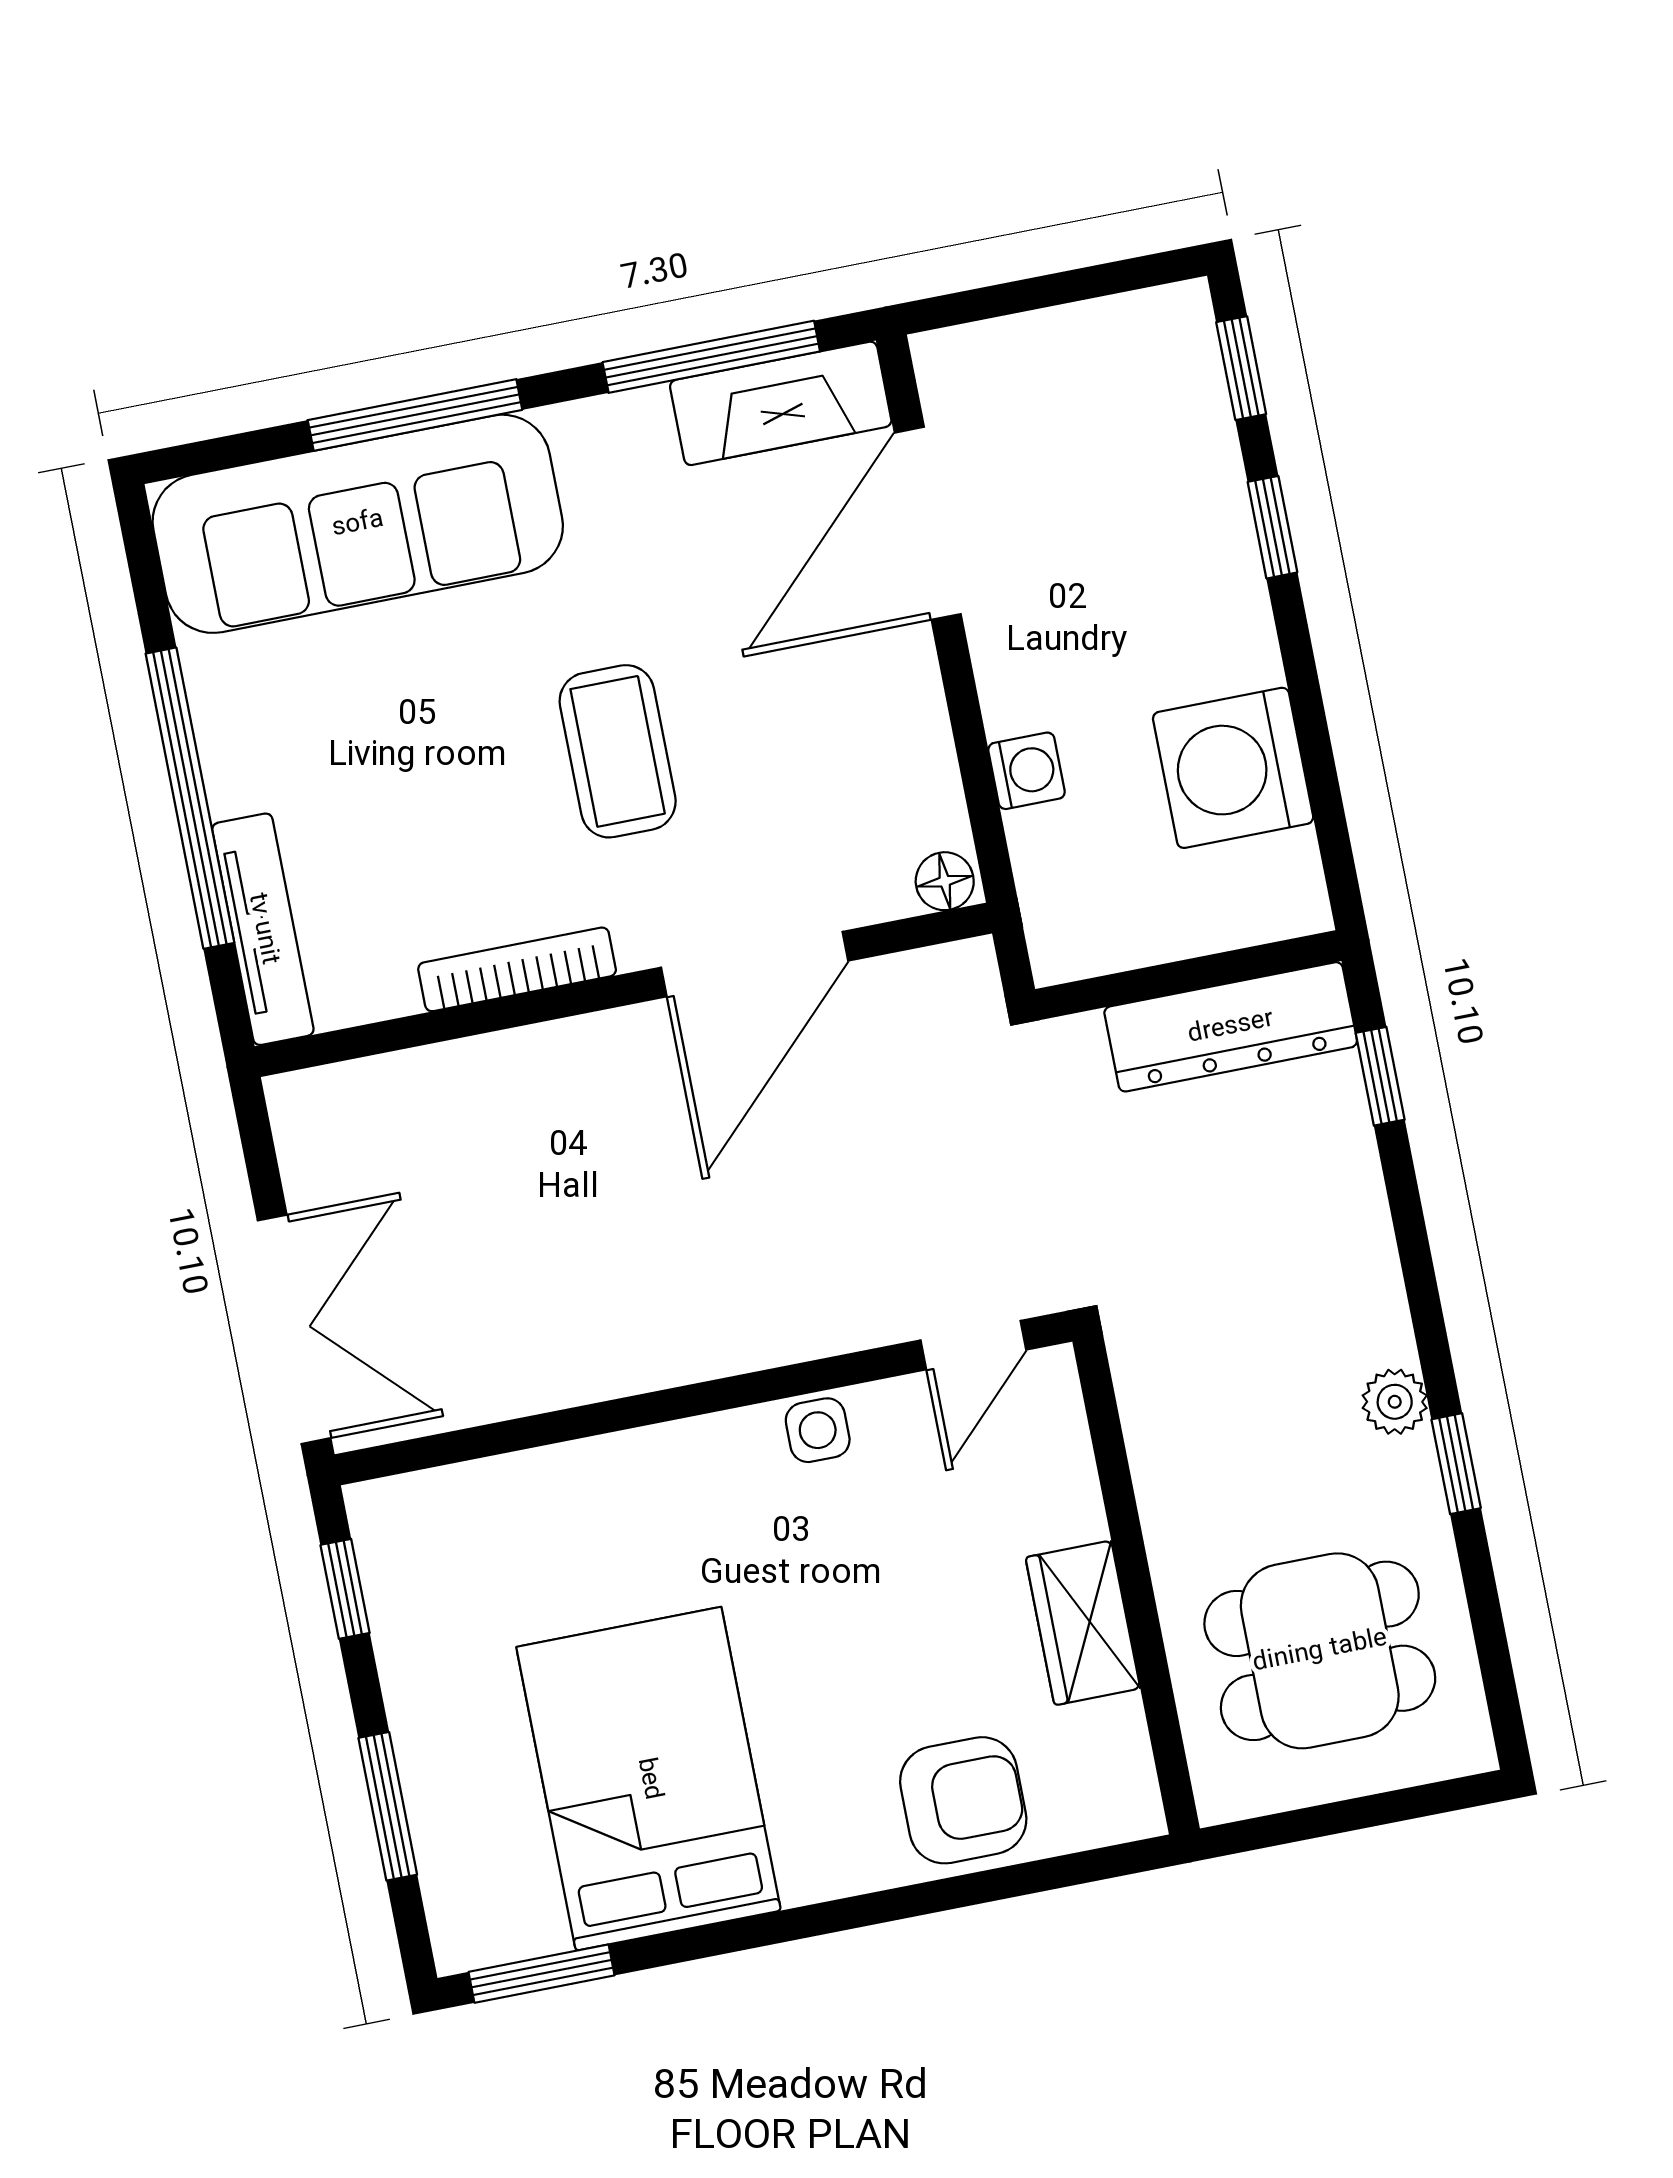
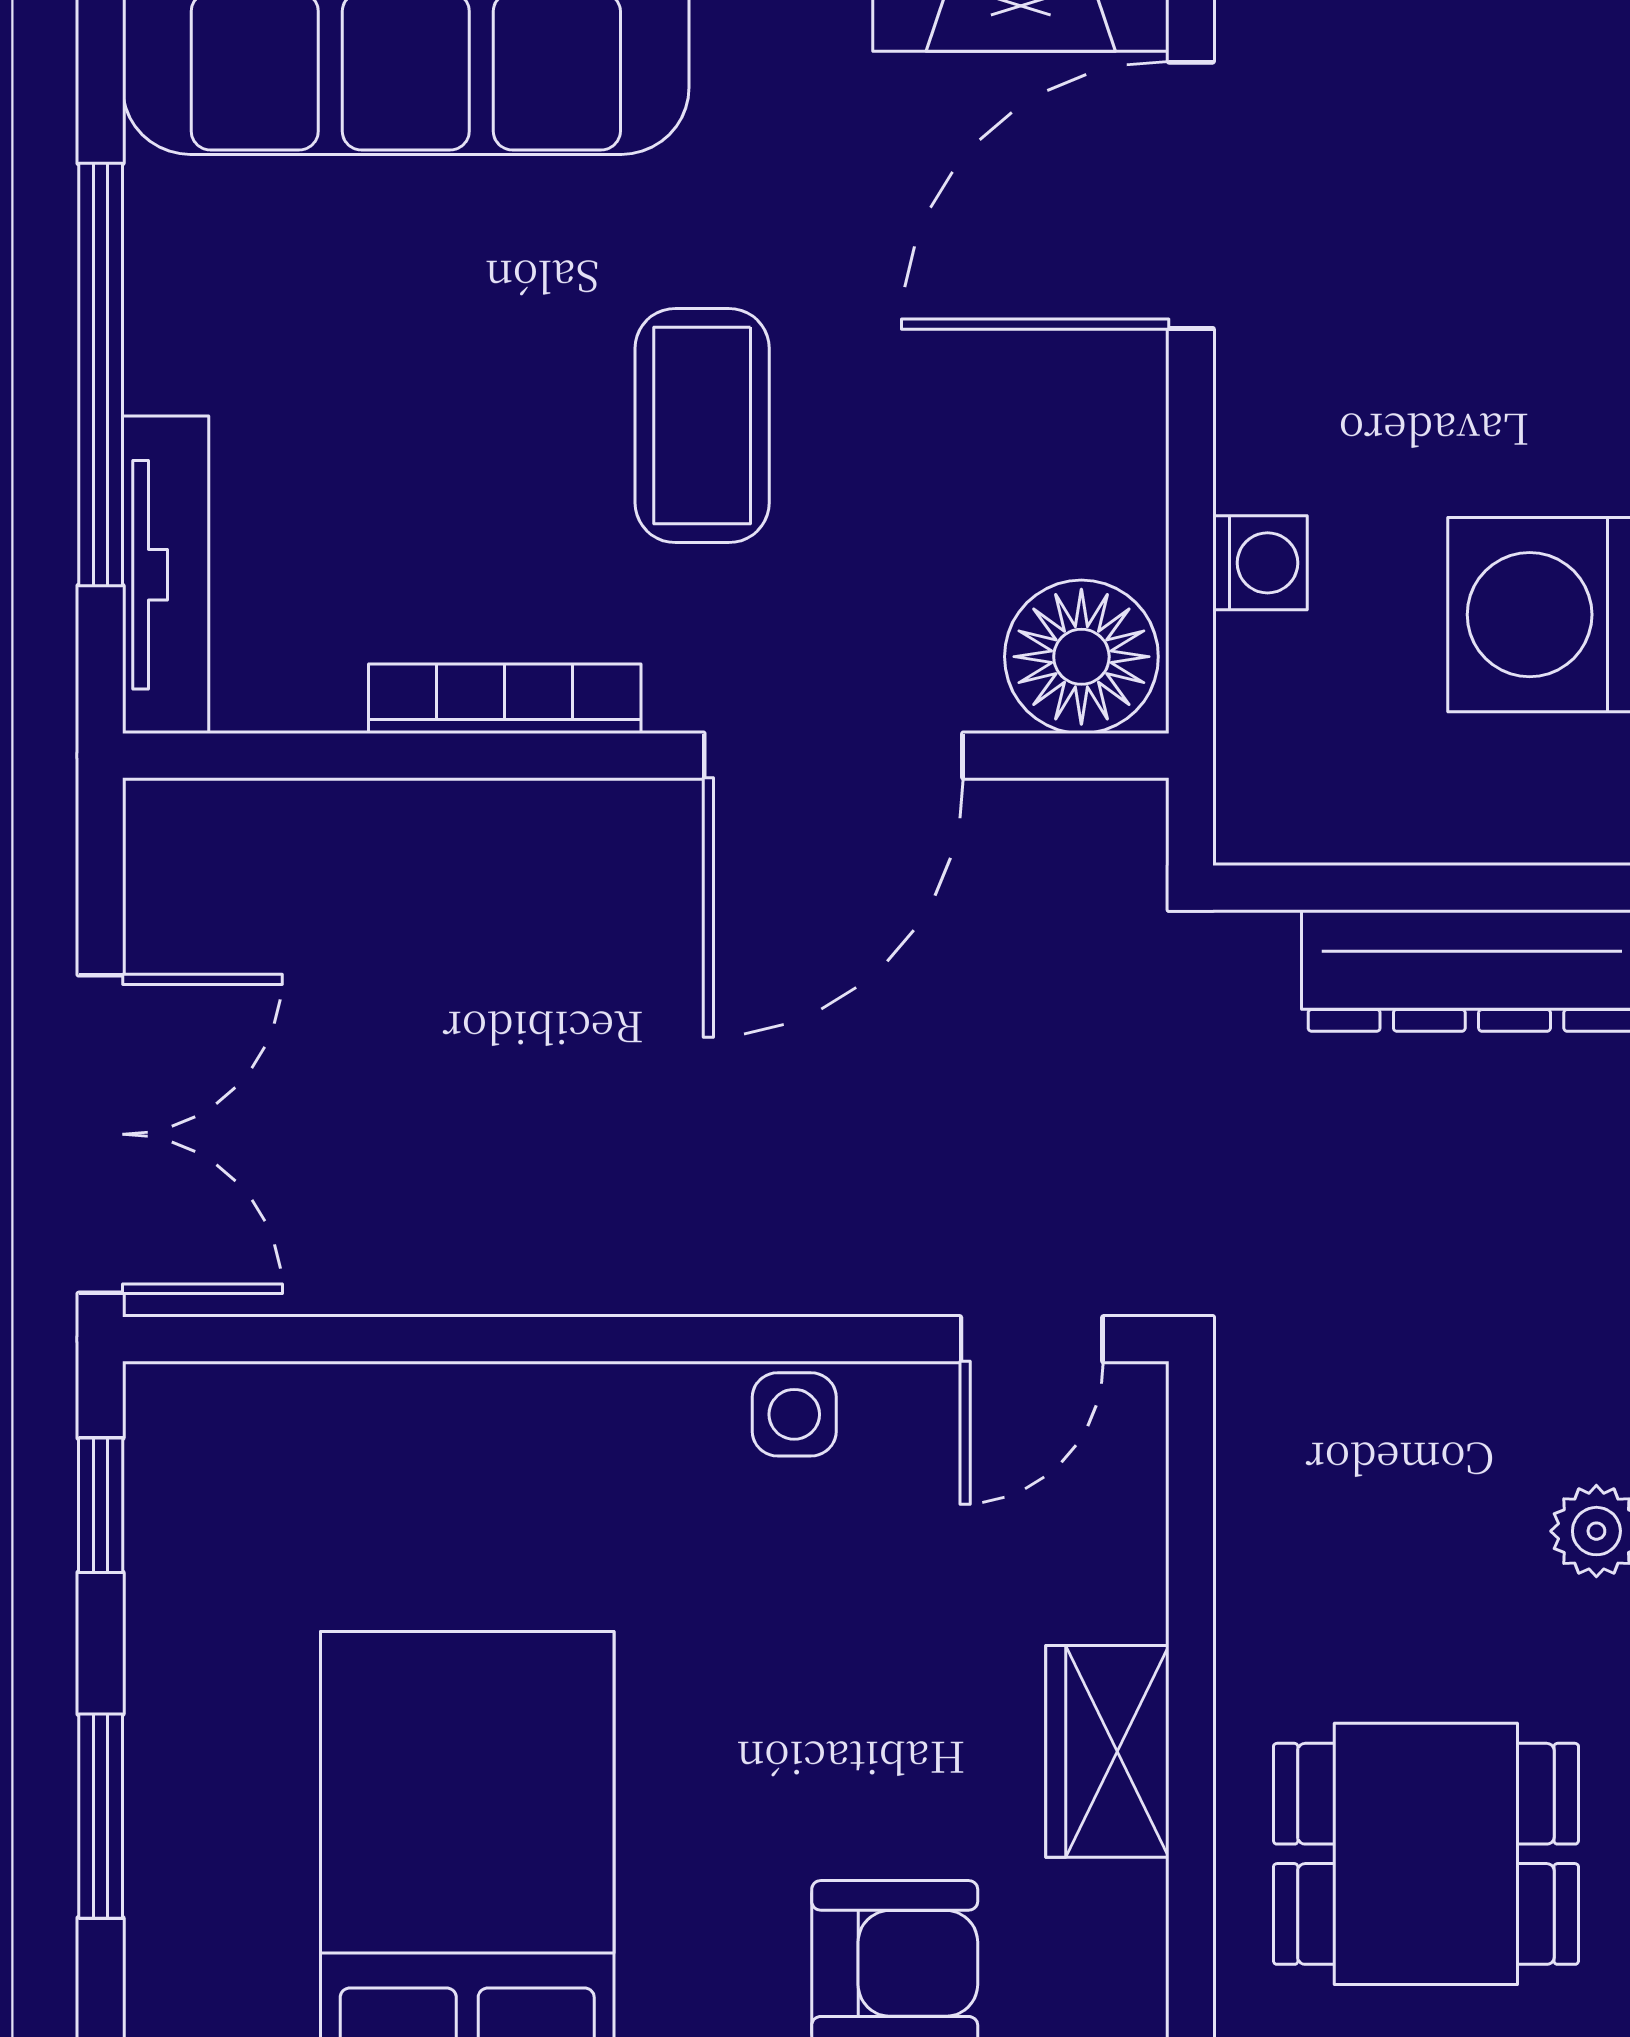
floor lamp: (945, 881) -> (1081, 657), width x1.89, depth x1.89

